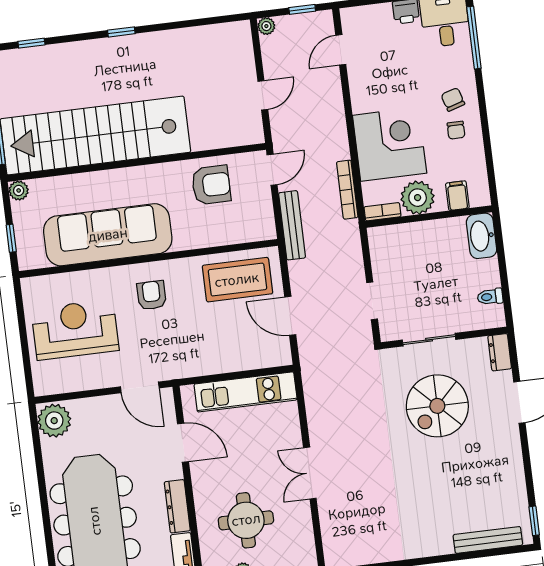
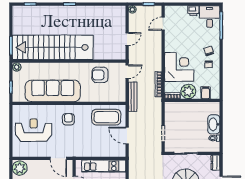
armchair: (211, 185) -> (100, 75), turned 180
washbasin: (482, 236) -> (214, 124), moved

